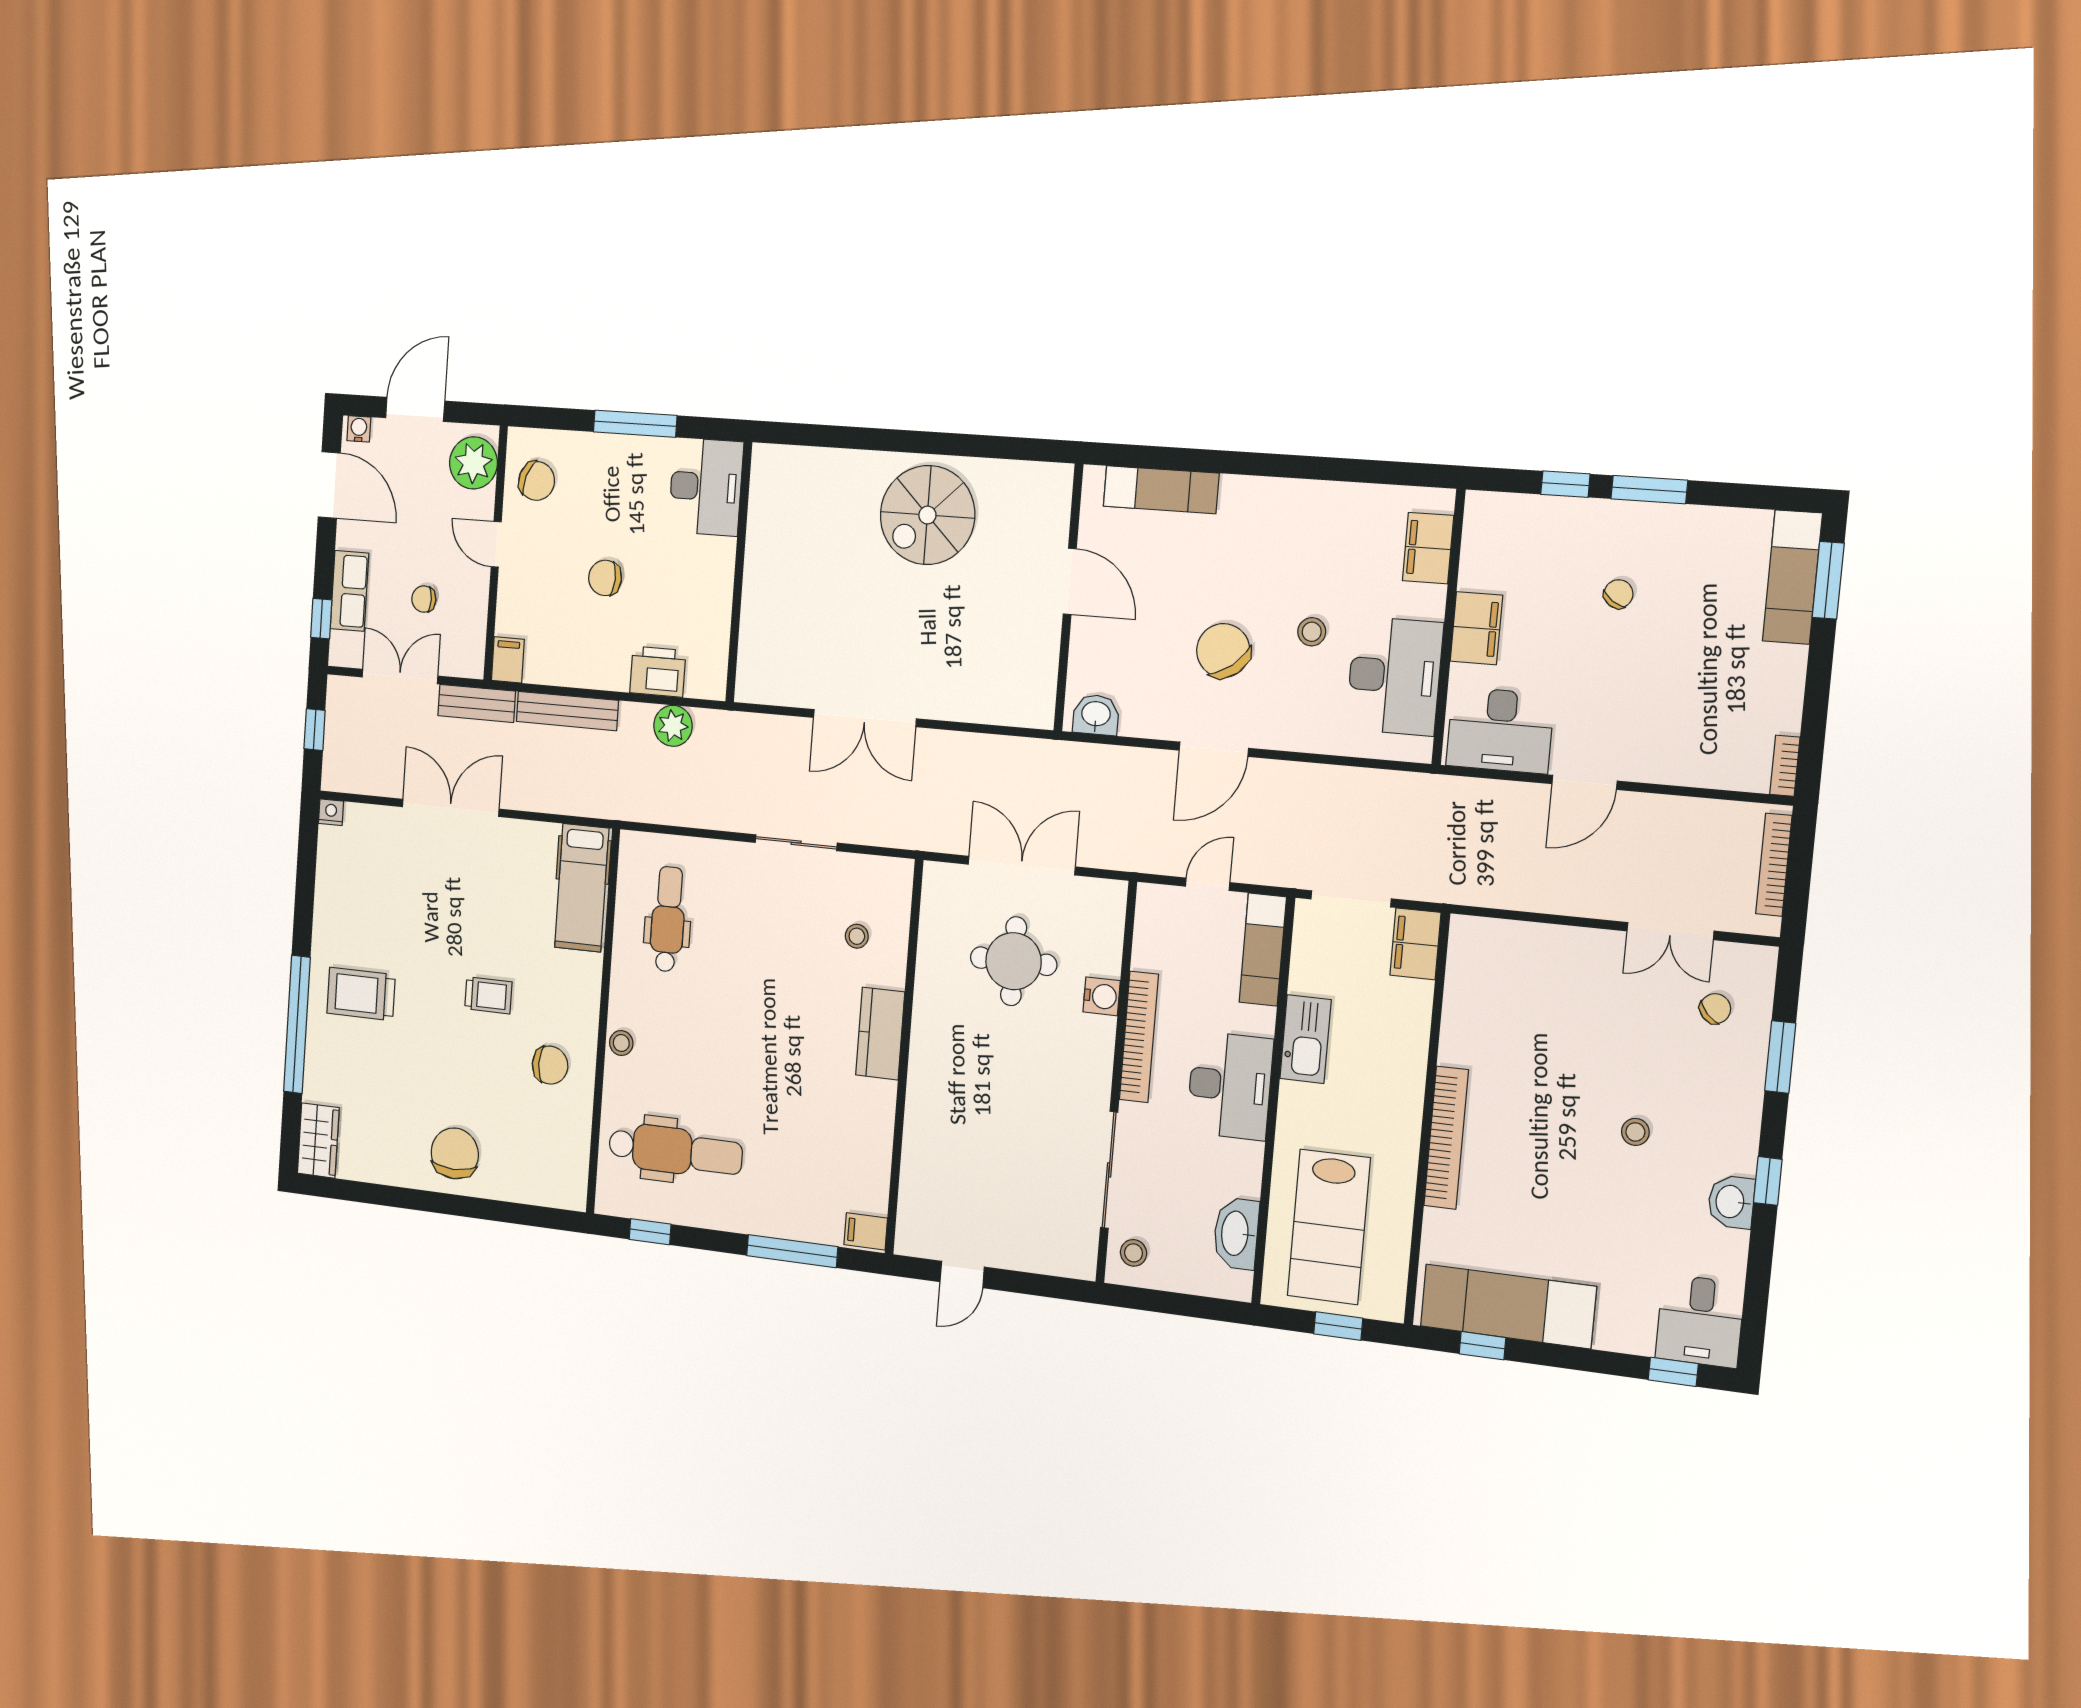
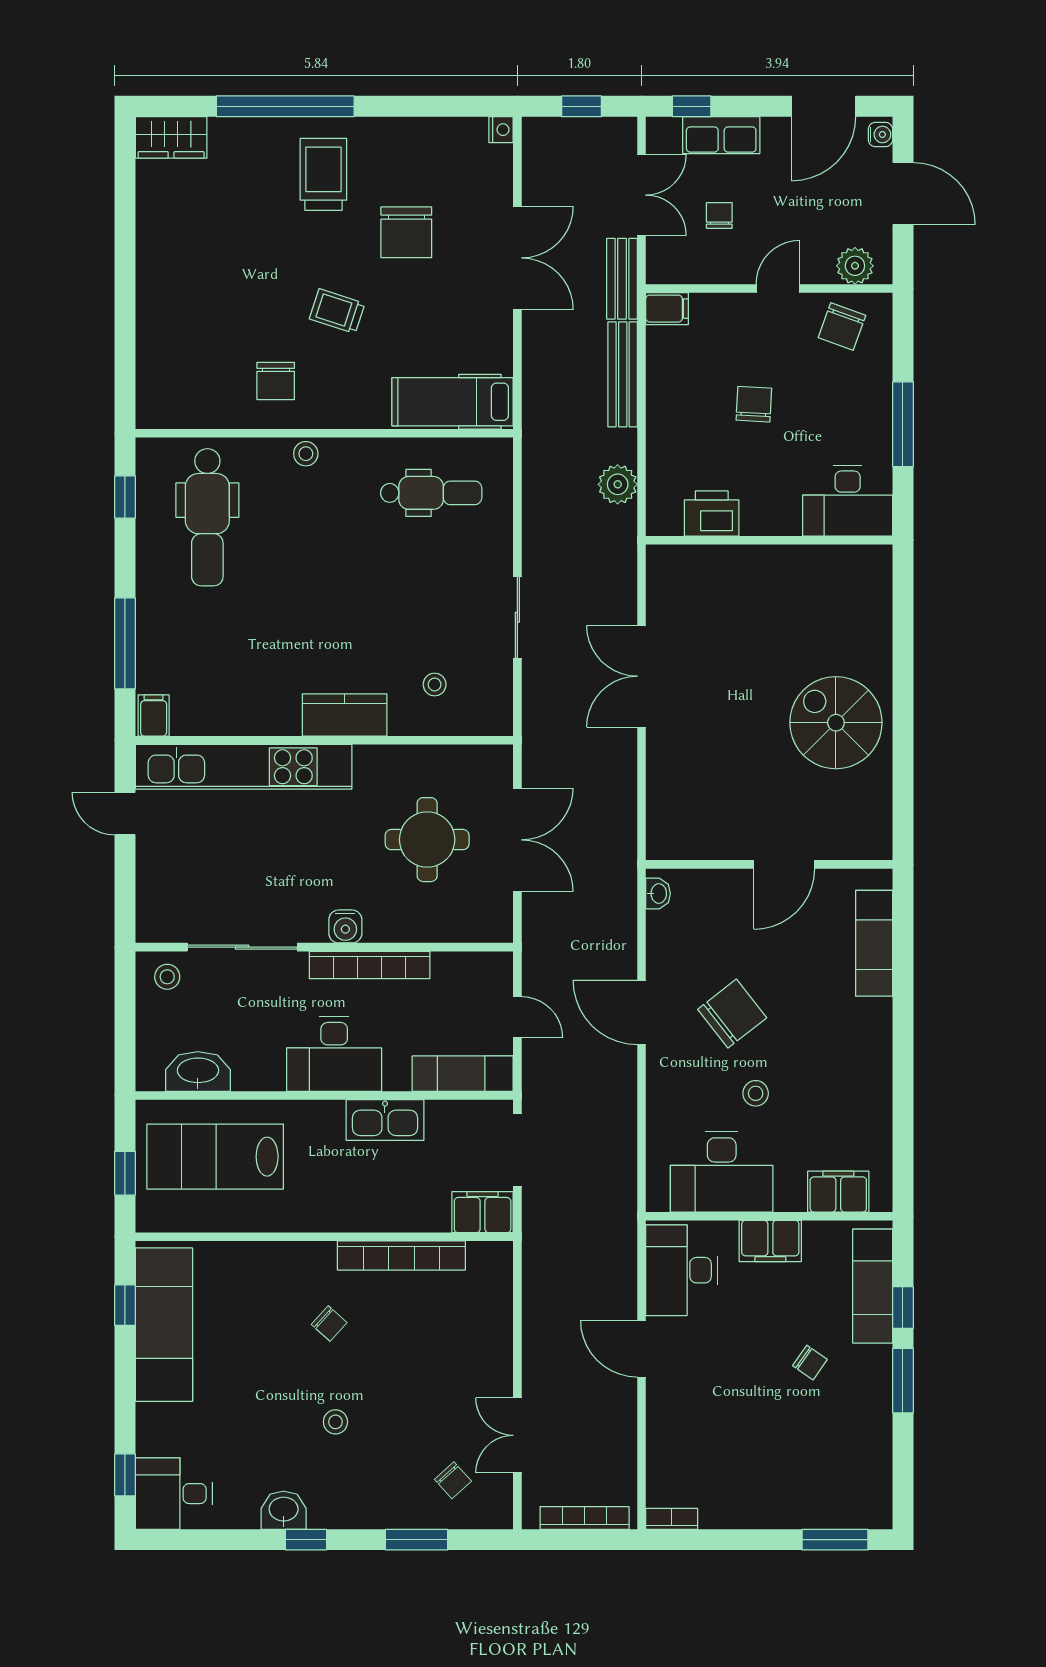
plant: (473, 463) -> (855, 266), width x0.73, depth x0.73
exam couch: (1792, 577) -> (873, 1286), moved, turned -90
printer: (658, 672) -> (712, 513), moved, turned -90
washbasin: (1096, 715) -> (658, 894), width x0.72, depth x0.69
trolley: (488, 995) -> (337, 311), turned 108
water cooler: (1102, 996) -> (345, 926), moved
chair: (1524, 1126) -> (329, 1323), added
bookcase: (1446, 1138) -> (401, 1256), moved
kitchen unit: (924, 1145) -> (244, 767), added
chair: (455, 1153) -> (406, 232), moved, turned 90

